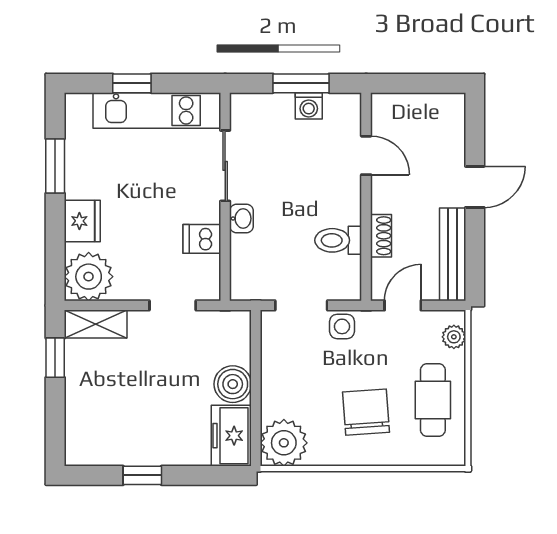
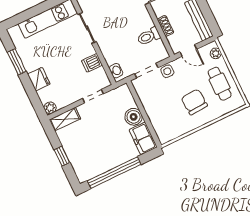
window: (132, 83) -> (32, 12), removed
washbasin: (241, 219) -> (116, 71), moved
plant: (89, 277) -> (50, 108), width x0.53, depth x0.53
door: (403, 305) -> (188, 50), swing flipped
window: (55, 358) -> (62, 156), moved
plant: (284, 443) -> (166, 131), removed
window: (142, 475) -> (114, 173), width x3.17

